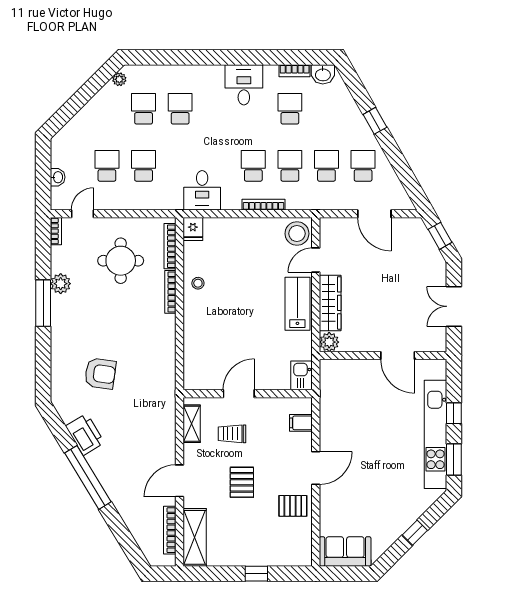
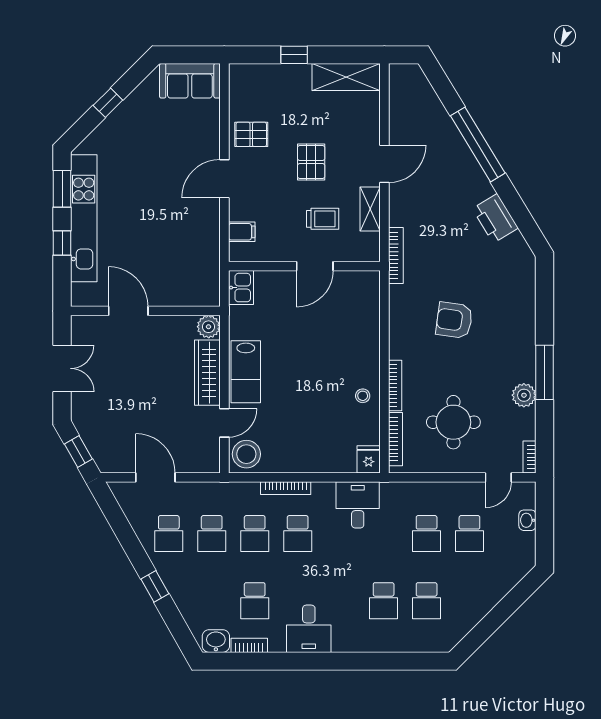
plant: (119, 79) -> (455, 635), removed
armchair: (100, 374) -> (454, 320), moved
shelving: (192, 424) -> (370, 209), moved
window: (88, 477) -> (478, 144), moved
bookcase: (170, 530) -> (396, 255), moved
shelving: (195, 537) -> (346, 77), moved, turned 90

